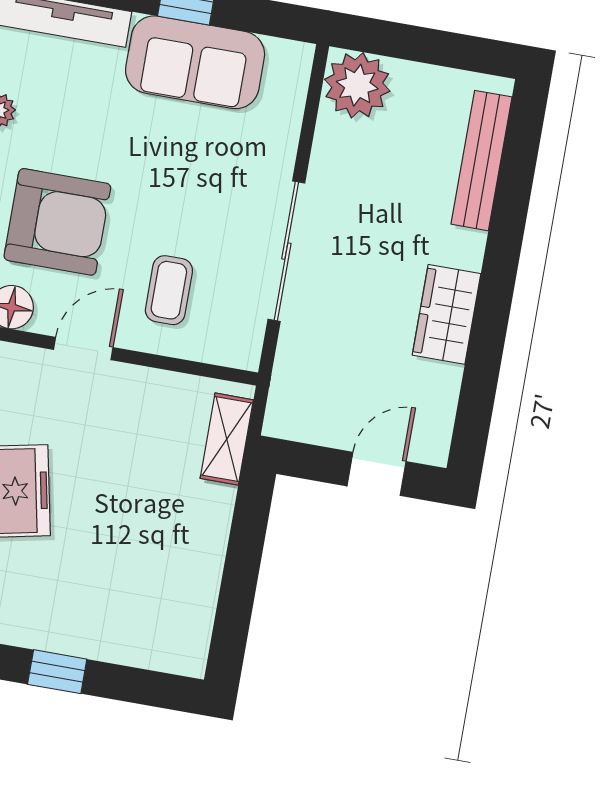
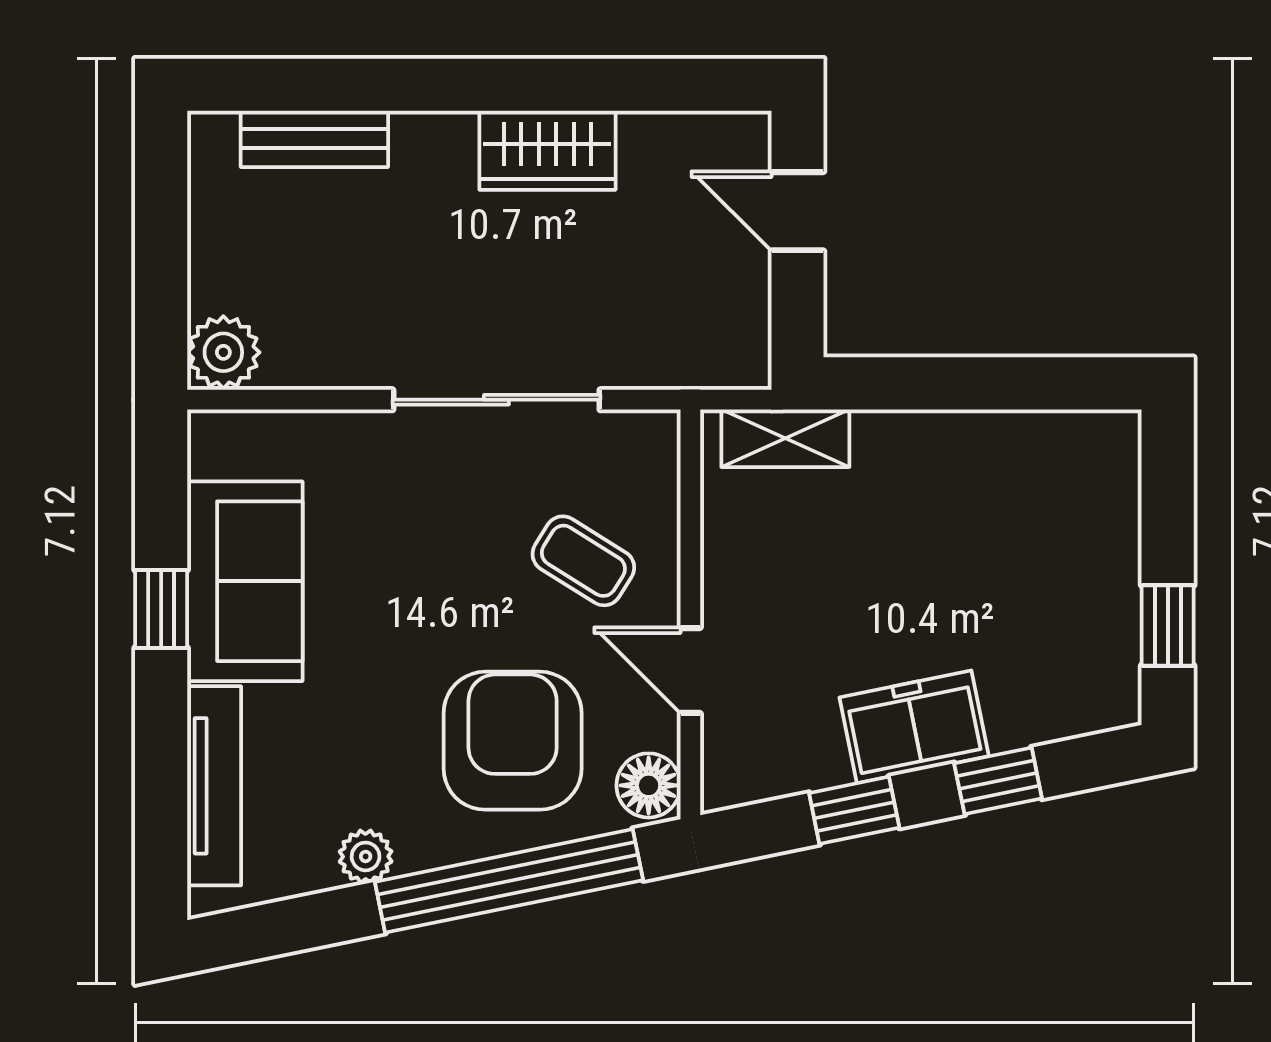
plant: (357, 85) -> (223, 352), width x0.73, depth x0.73
bench: (481, 161) -> (314, 139), width x0.73
coffee table: (169, 290) -> (583, 561), turned 32

